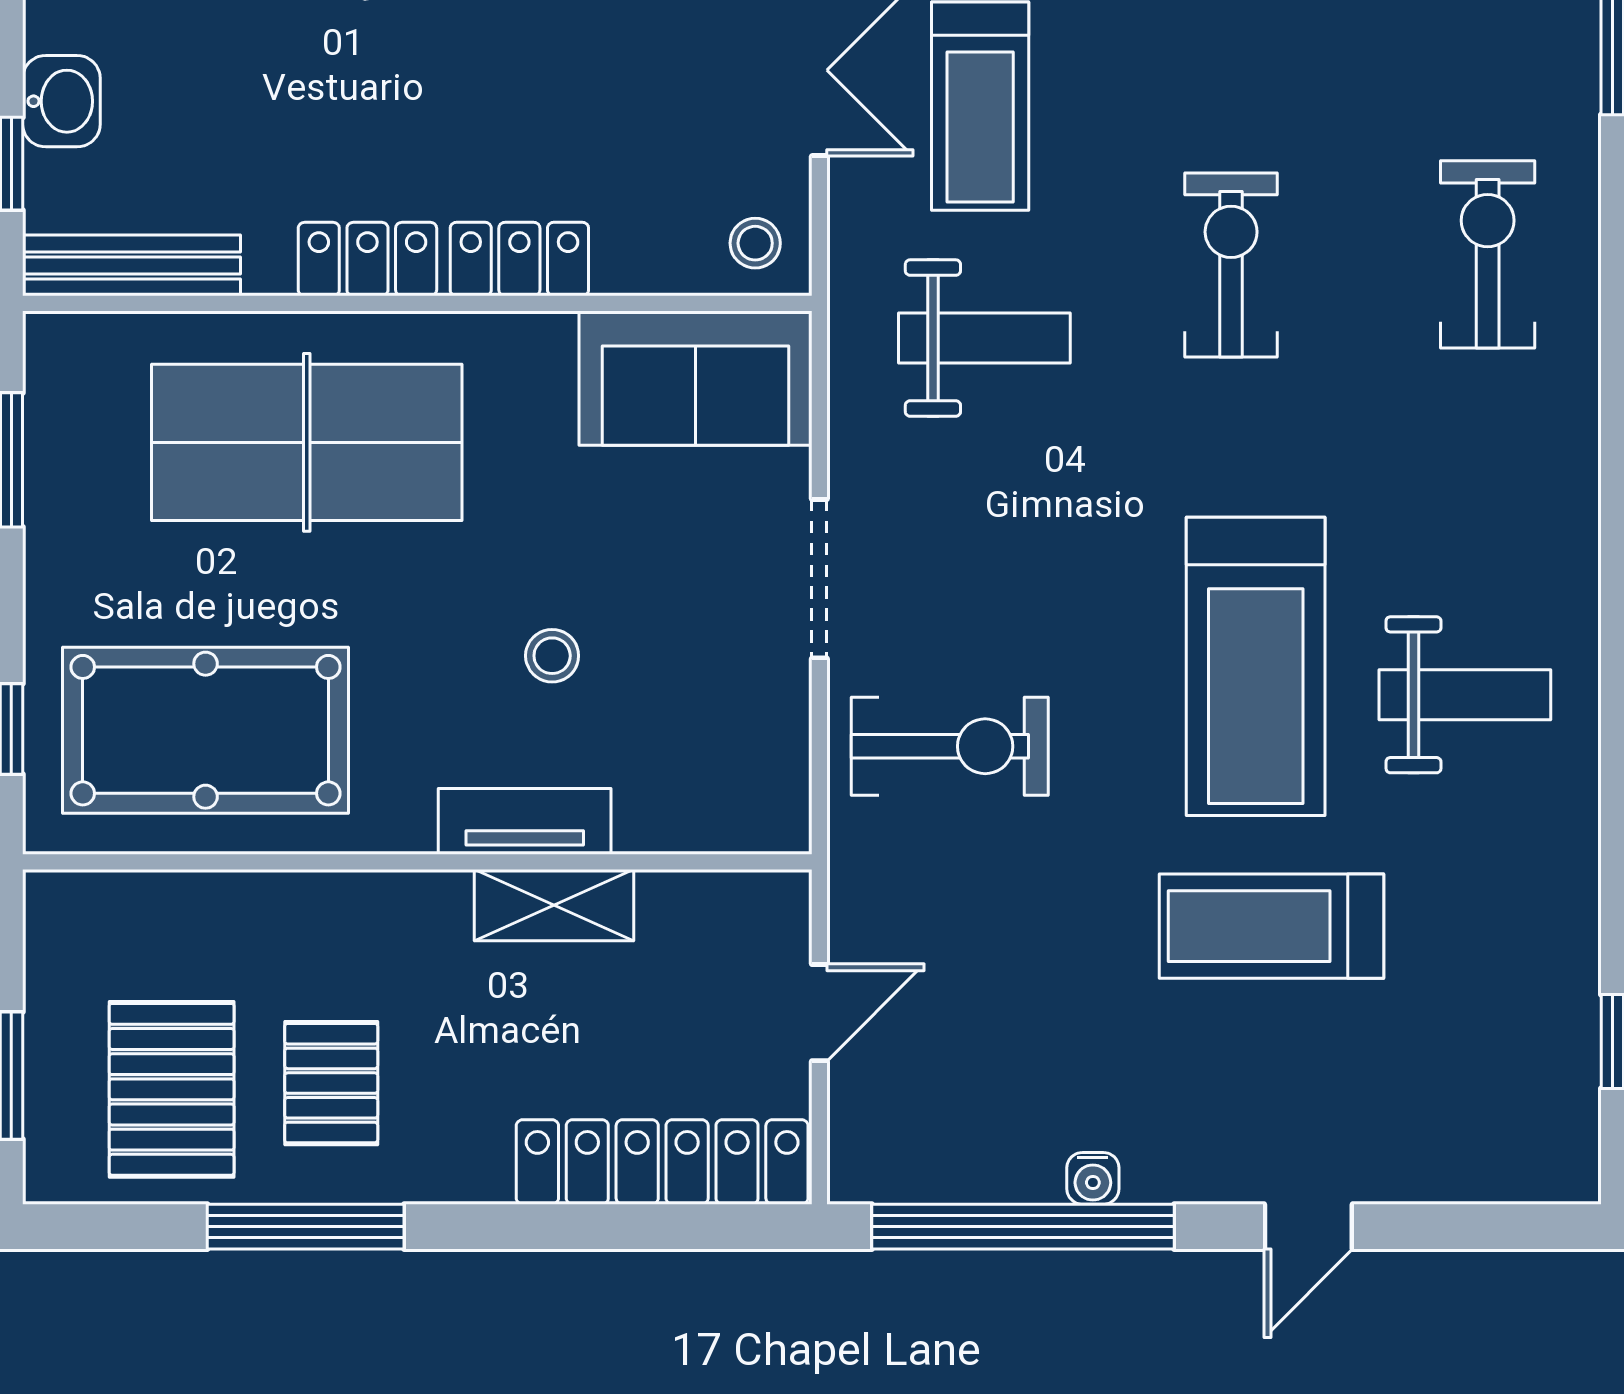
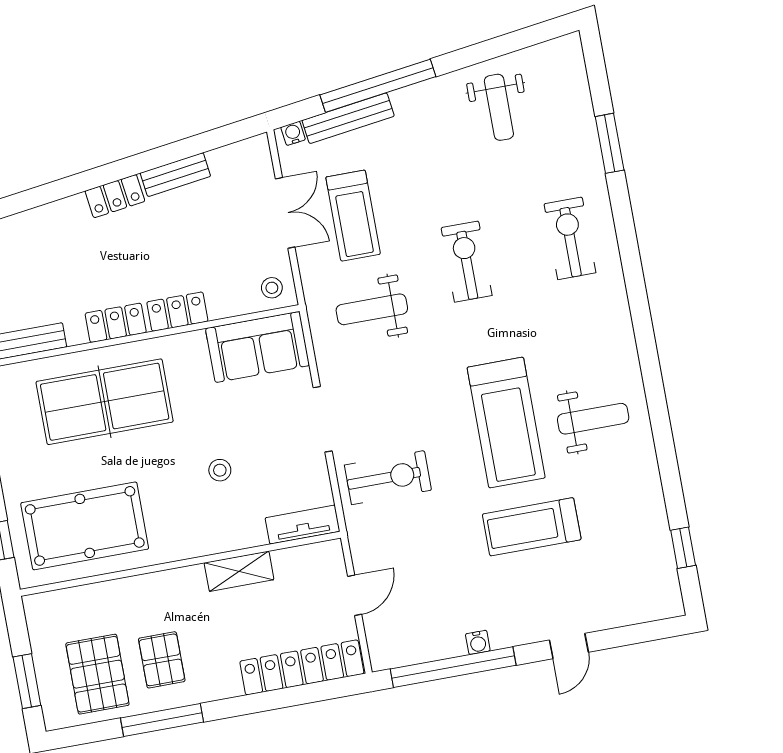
weight bench: (984, 338) -> (372, 309), turned 180
tv unit: (525, 821) -> (302, 525), moved

